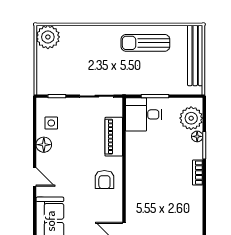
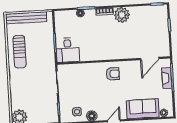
plant: (191, 118) -> (122, 15), moved
piano: (114, 137) -> (84, 69), removed

